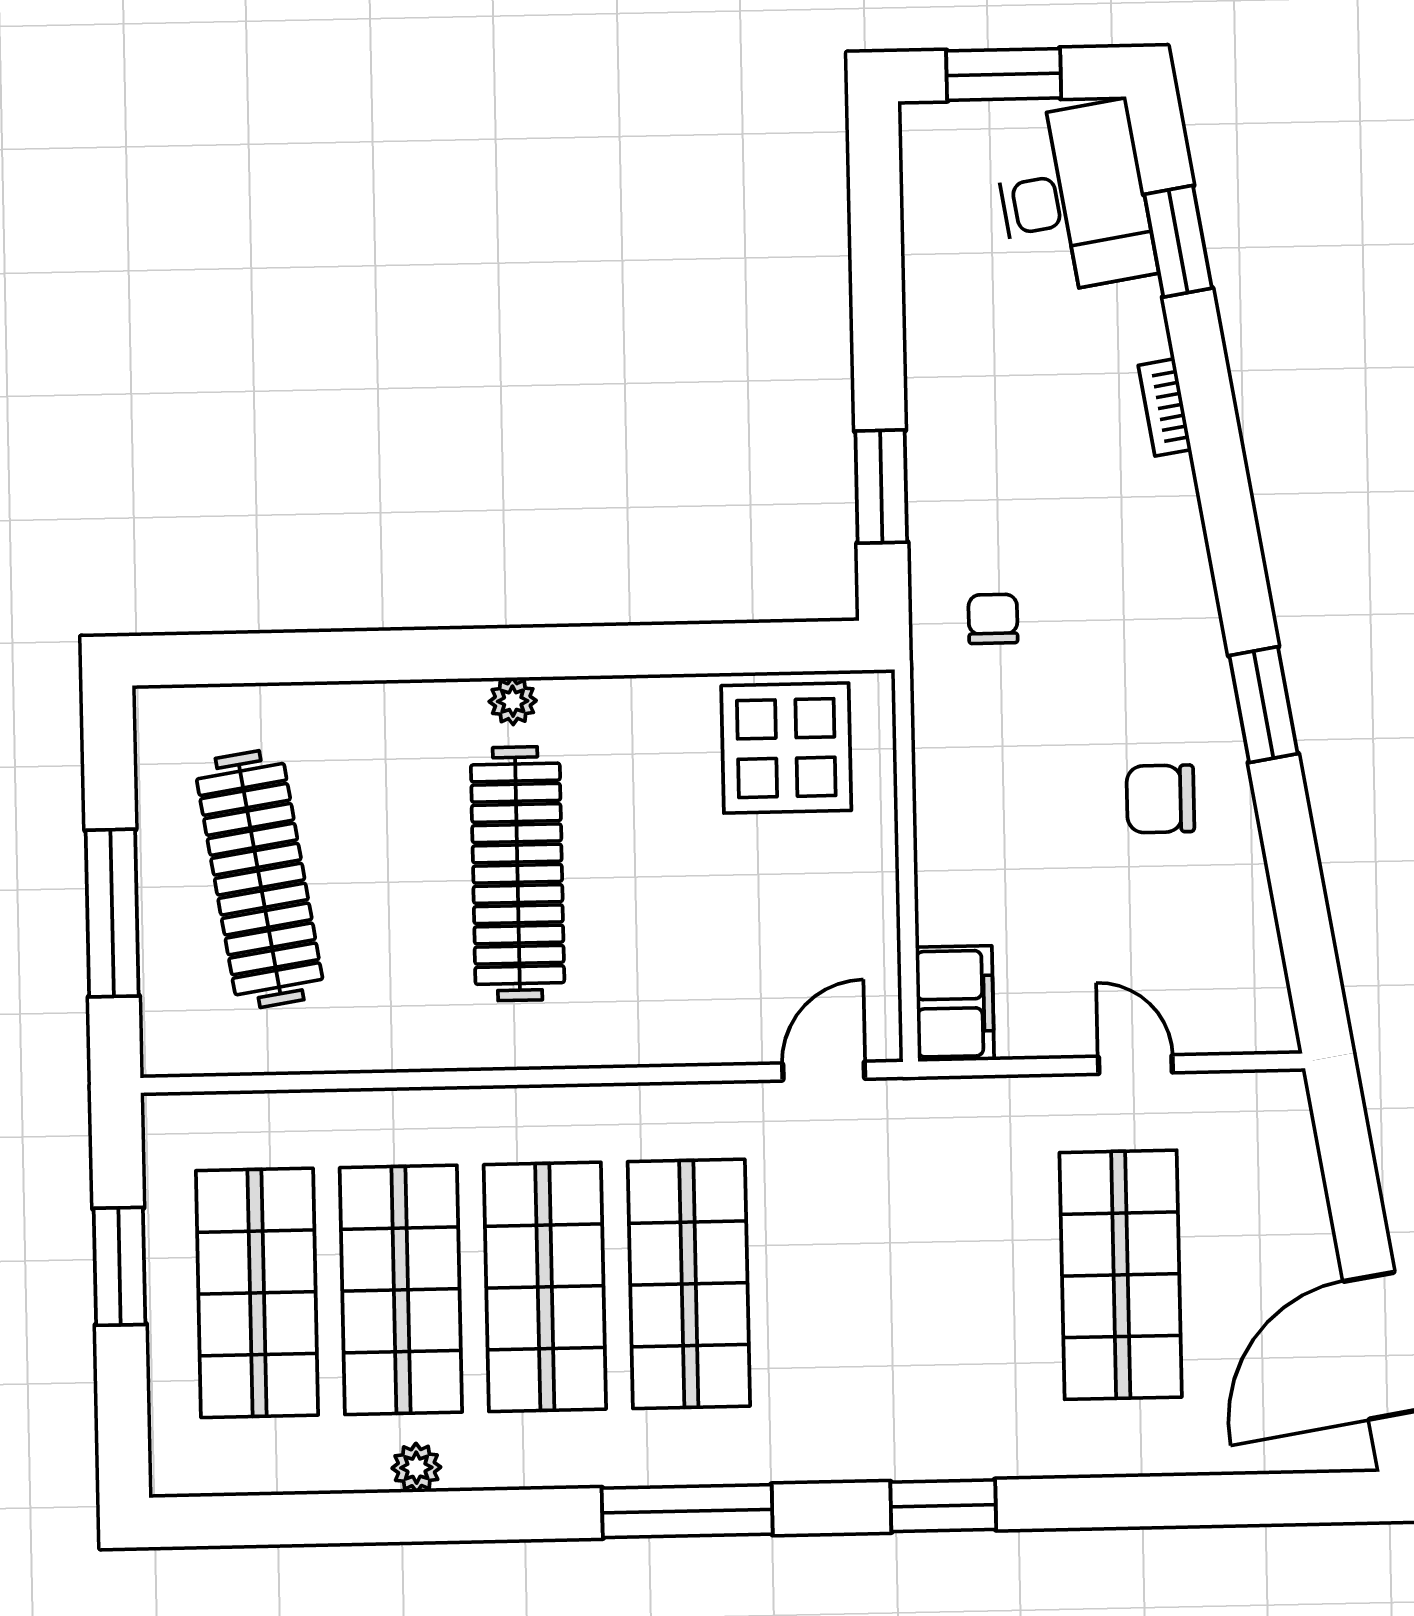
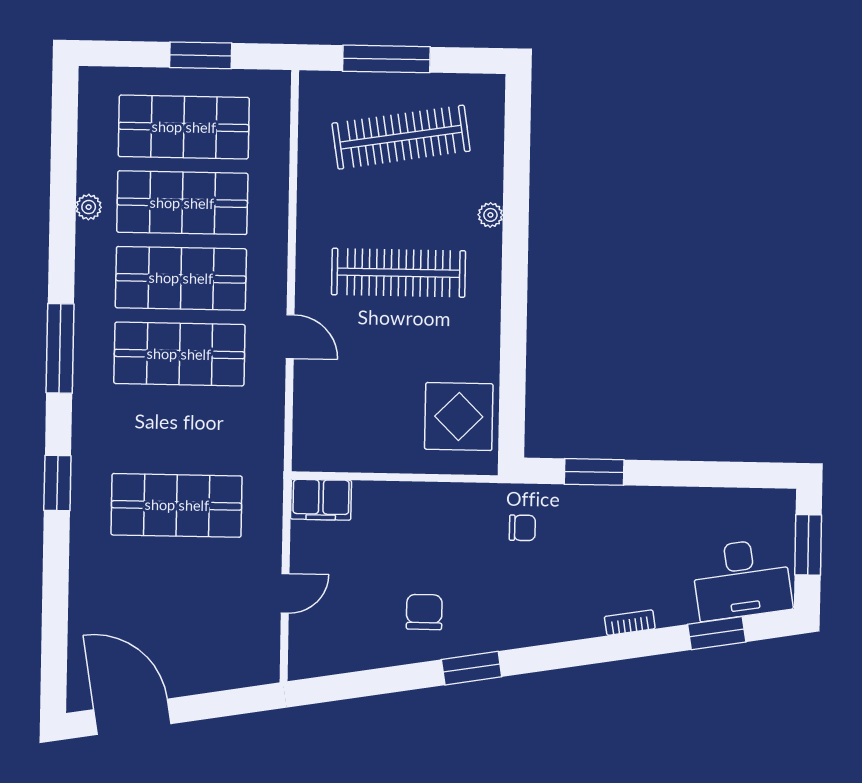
plant: (513, 701) -> (490, 215), moved
door: (824, 1071) -> (290, 337), moved
shop shelf: (1121, 1275) -> (177, 505), moved

